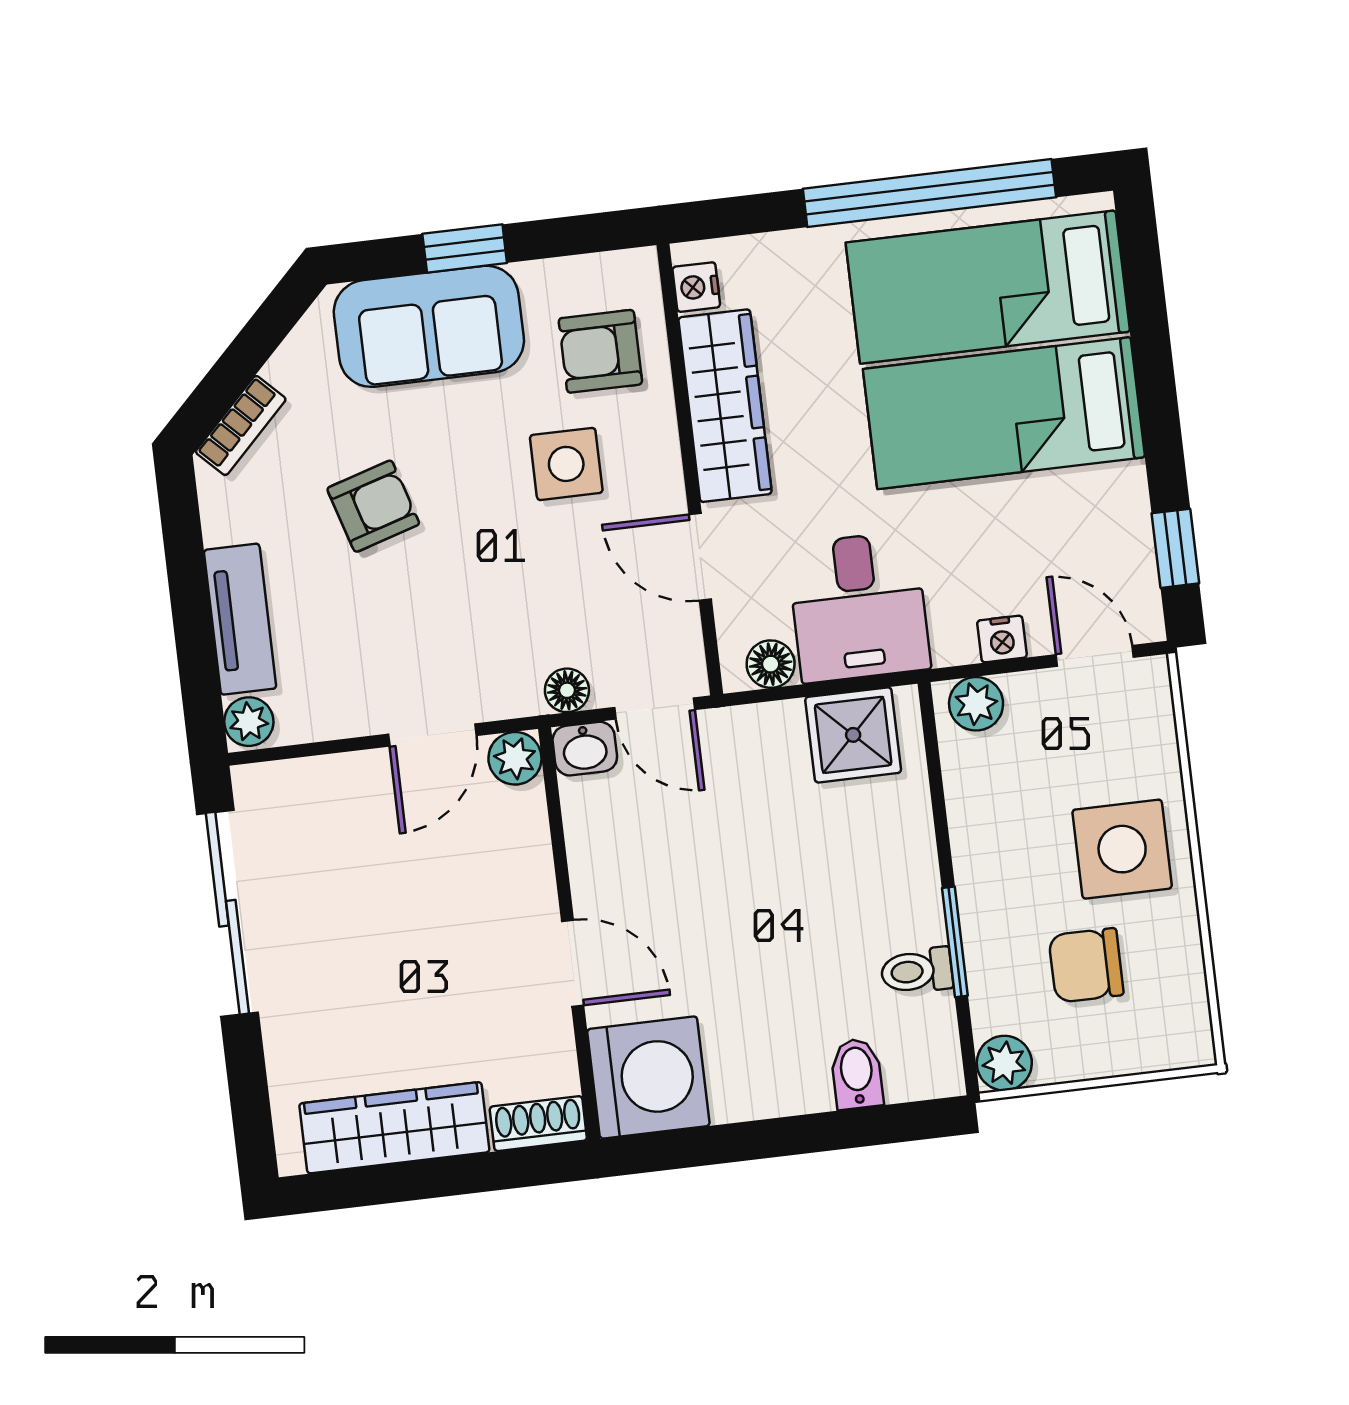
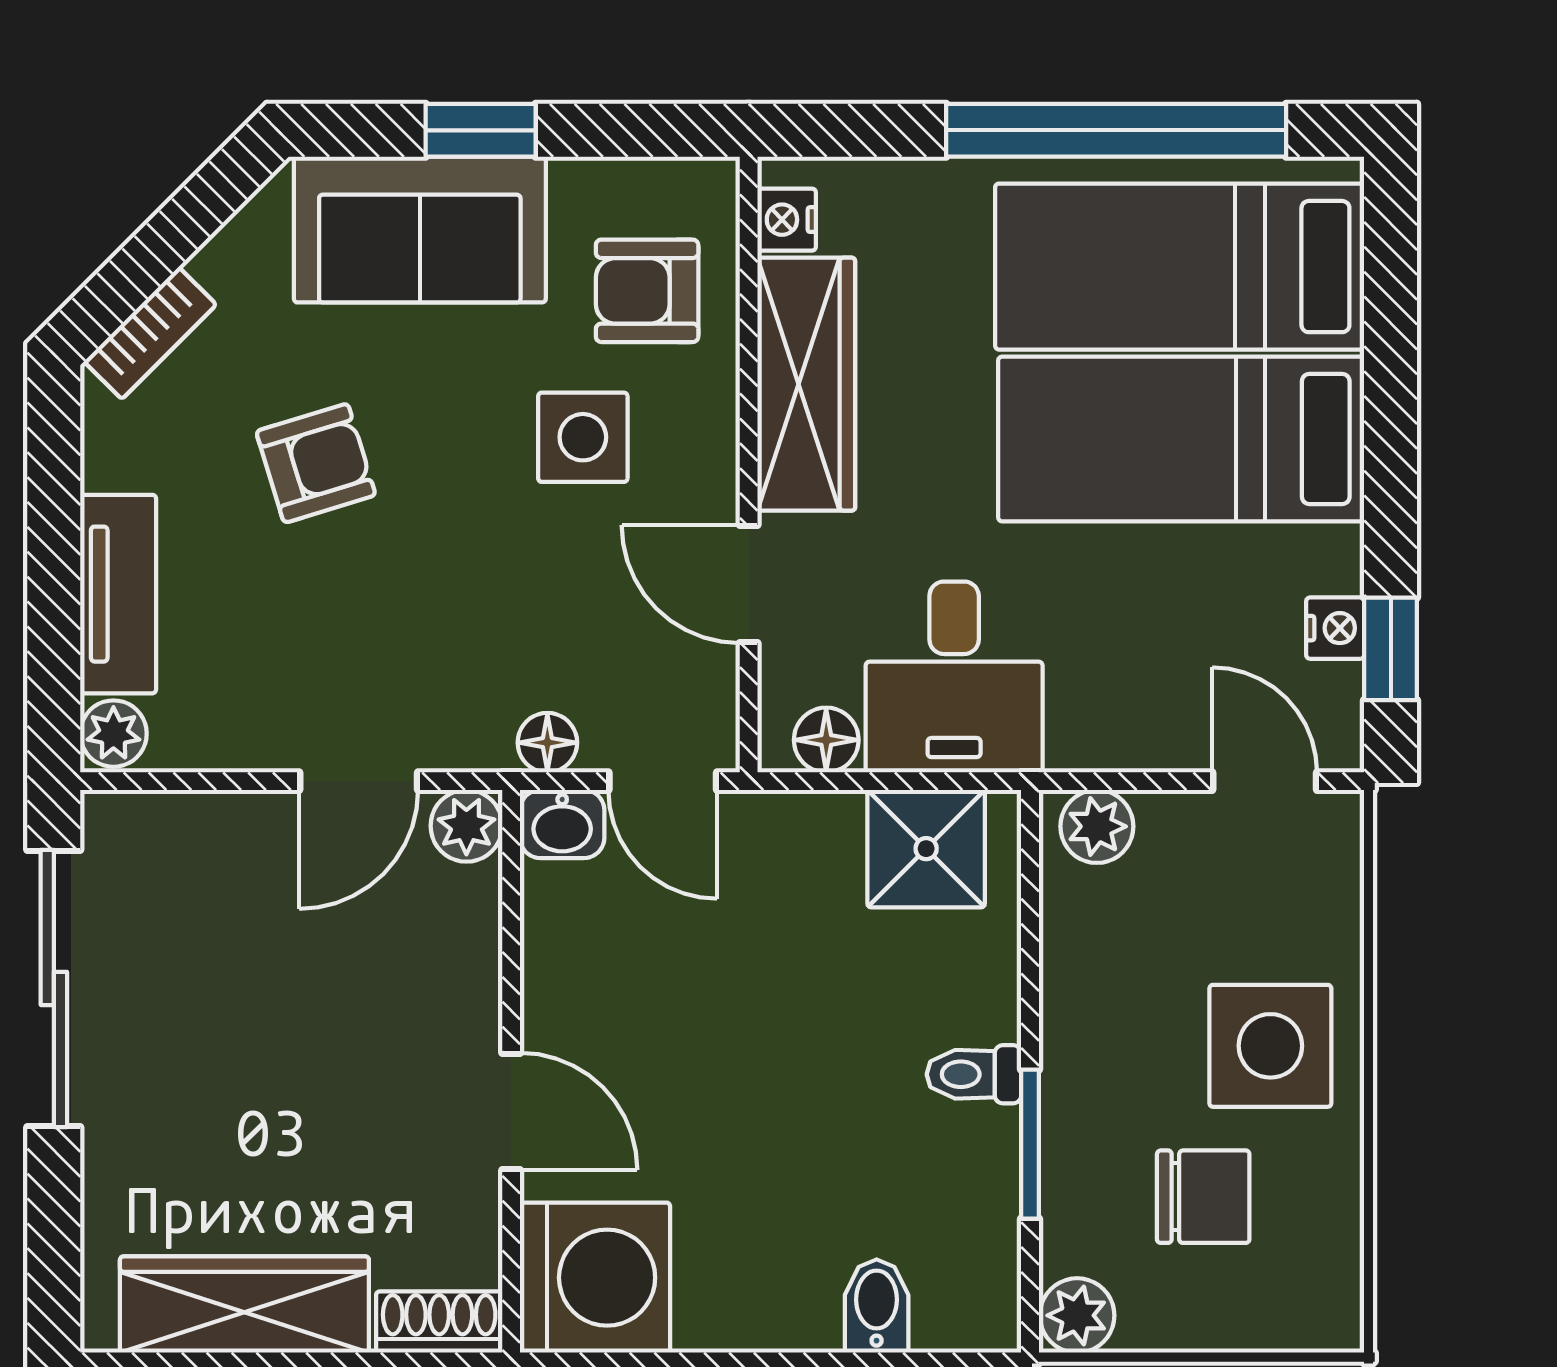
nightstand: (1002, 639) -> (1335, 628), moved, turned -90
chair: (1086, 965) -> (1203, 1197), turned 180
toilet: (917, 971) -> (974, 1074), moved

